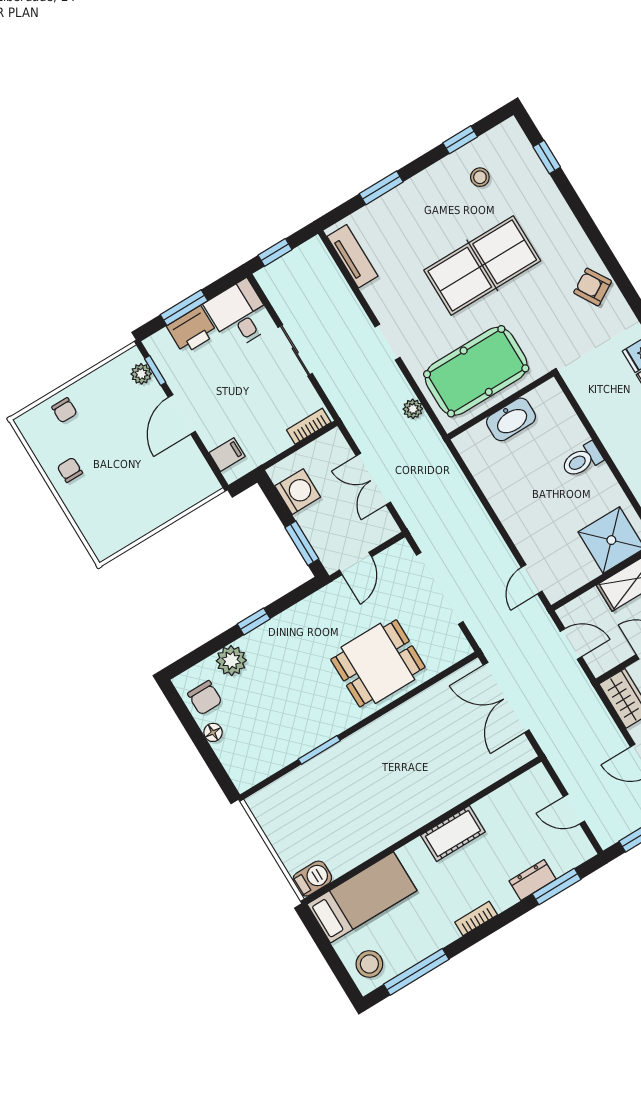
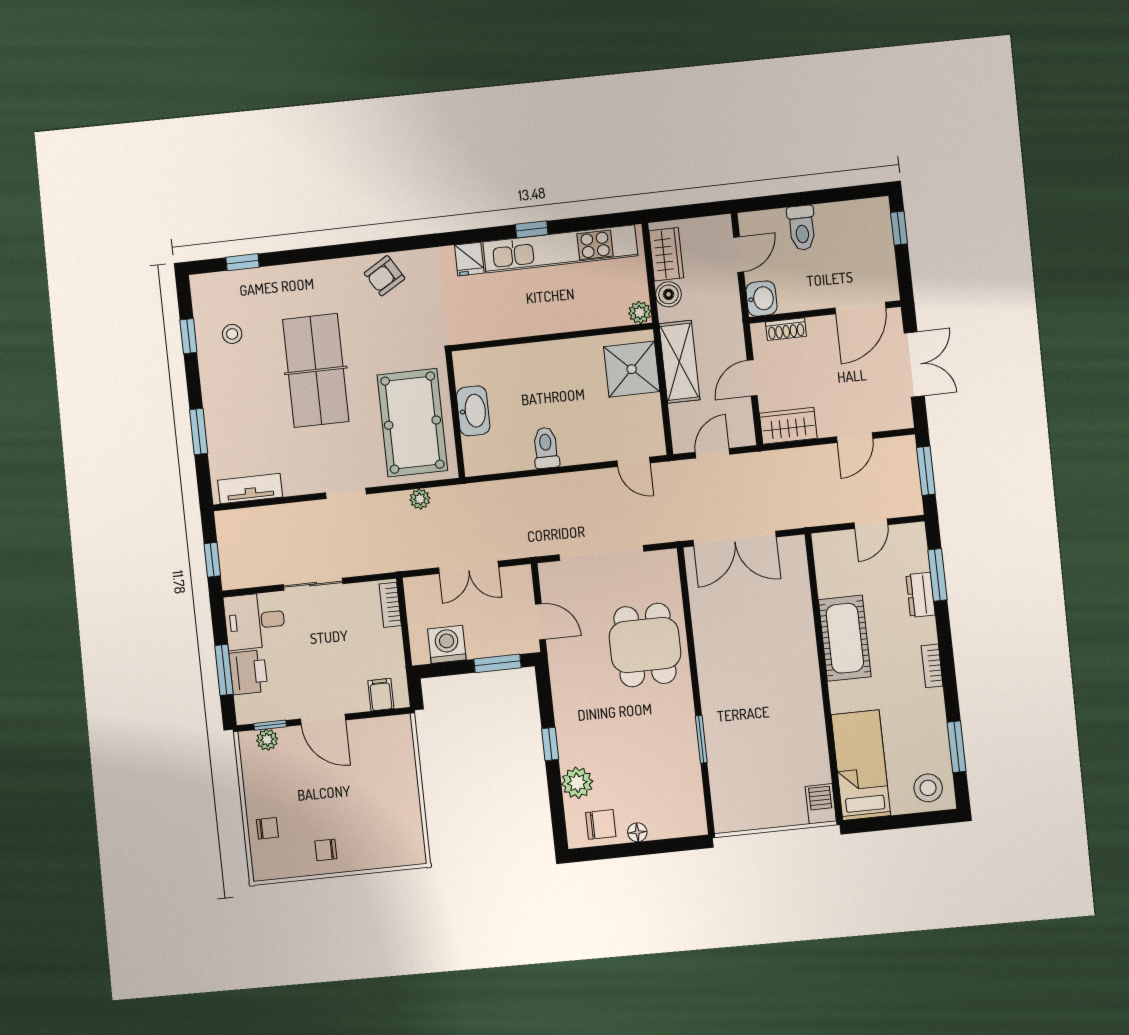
toilet: (582, 460) -> (546, 448), moved, turned 180
cot: (453, 834) -> (845, 638), width x1.37, depth x1.34
window: (416, 972) -> (957, 747), width x0.69

